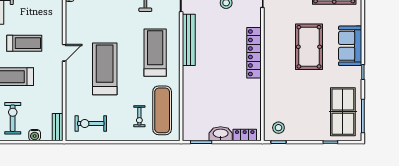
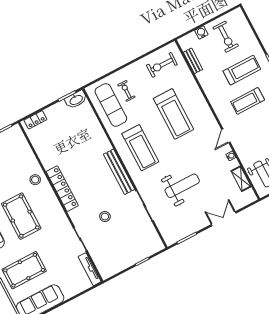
door: (64, 53) -> (226, 136), moved
exercise bike: (91, 124) -> (162, 65), turned 180
bench: (58, 127) -> (193, 61), moved
stool: (278, 128) -> (35, 180), moved
washbasin: (221, 134) -> (76, 100), moved

